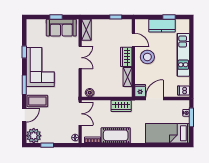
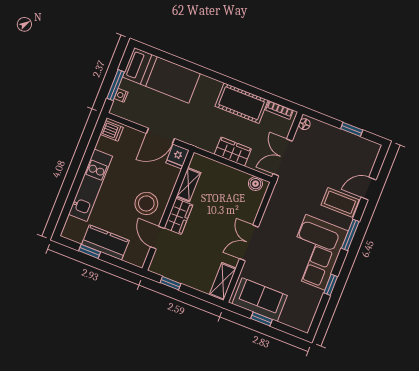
wardrobe: (121, 106) -> (233, 152), moved
plant: (34, 136) -> (366, 152), removed

